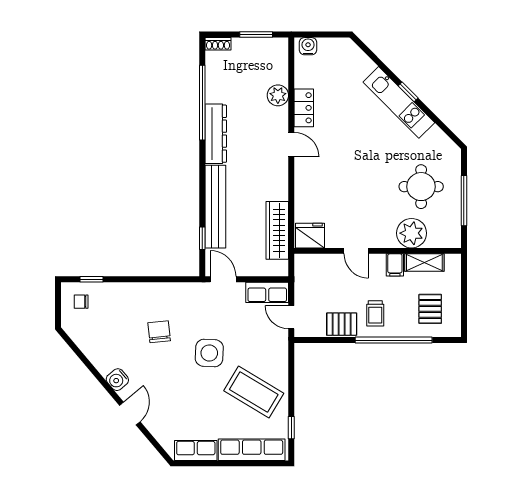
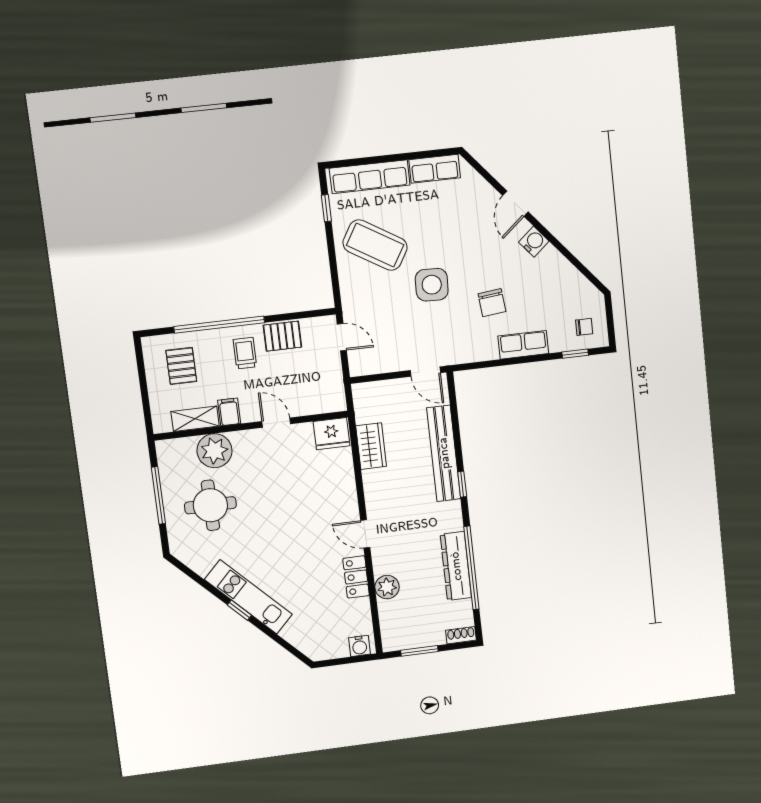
dresser: (216, 134) -> (456, 566), moved
wardrobe: (277, 230) -> (371, 446), width x0.67
window: (202, 238) -> (462, 484), moved
row of seats: (267, 292) -> (523, 345), moved

